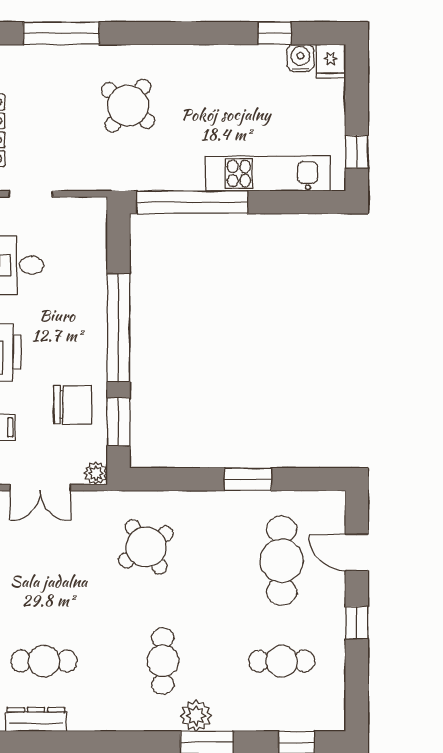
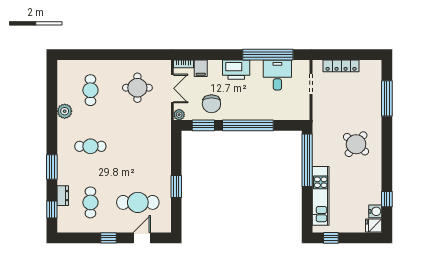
round table: (128, 106) -> (356, 144), moved
double door: (40, 488) -> (172, 88), swing flipped
round table: (146, 547) -> (137, 88), moved, turned 34
plant: (196, 716) -> (65, 111), moved
dresser: (36, 719) -> (63, 196), moved, width x0.70

